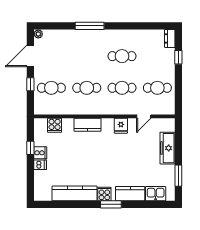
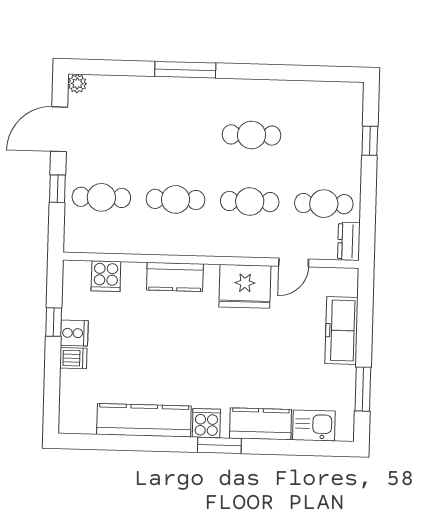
dresser: (170, 38) -> (349, 241), moved
fridge: (121, 126) -> (245, 286), width x1.88, depth x1.34

